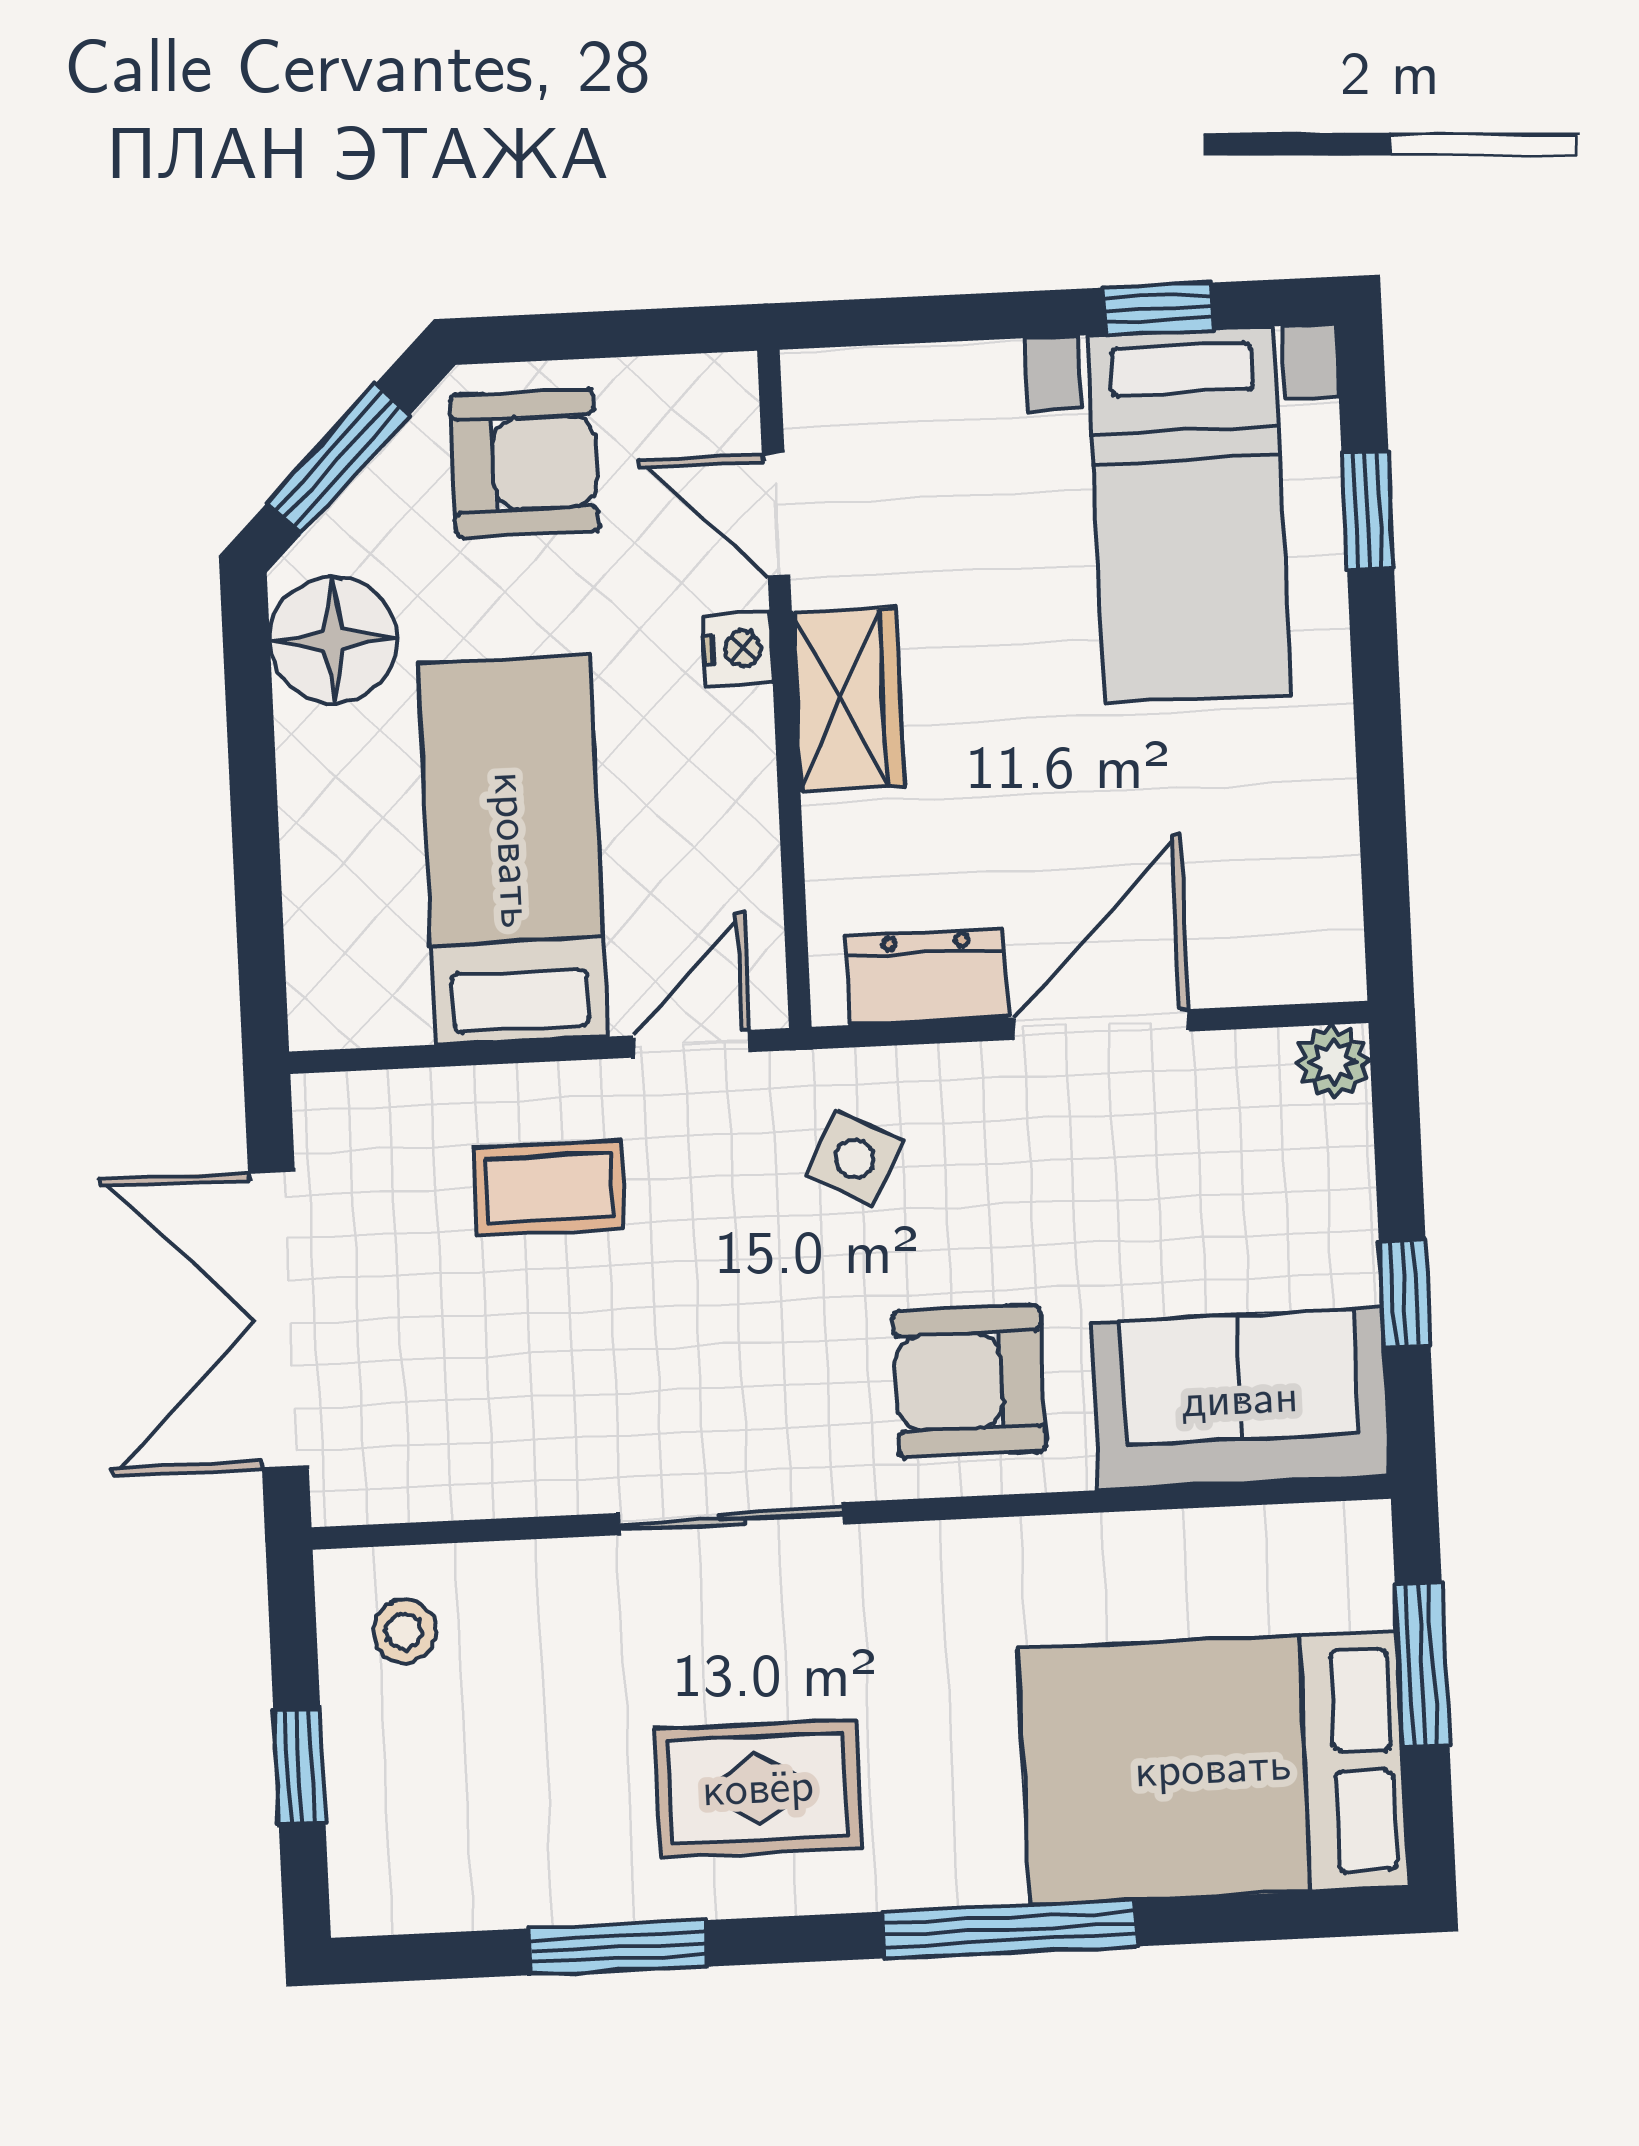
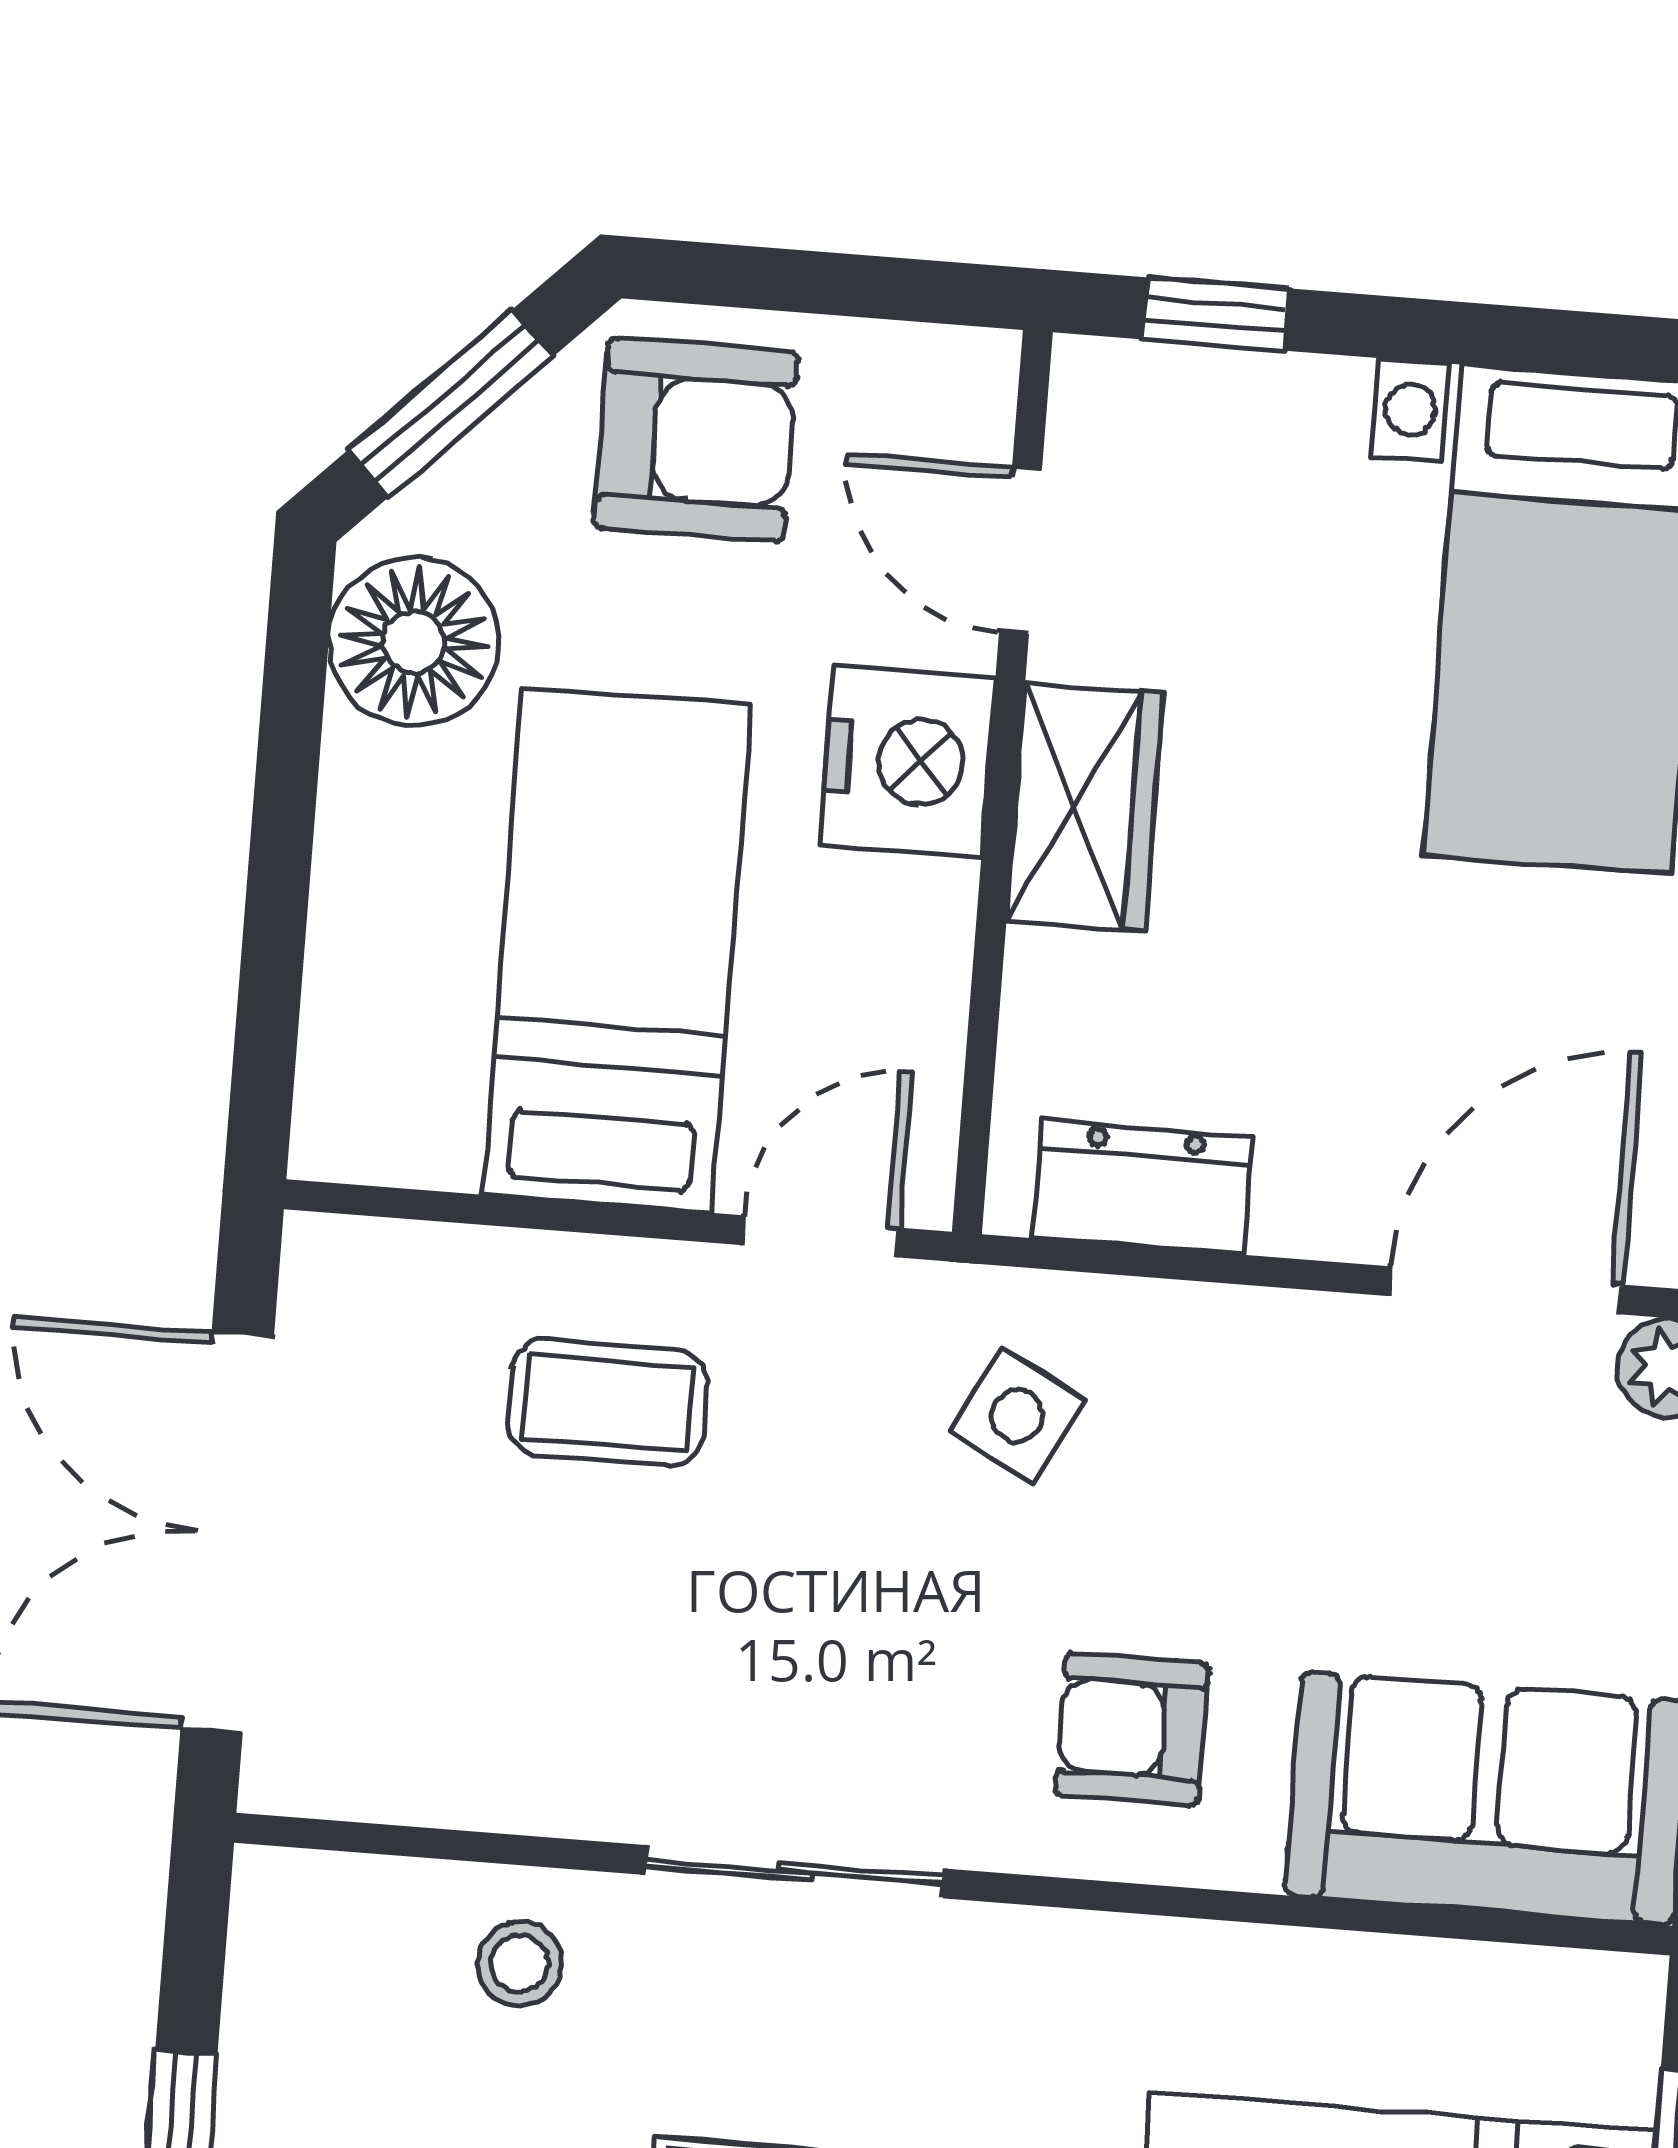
window: (1158, 308) -> (1215, 314), moved
nightstand: (737, 649) -> (907, 761), width x1.89, depth x1.79
door: (1101, 1024) -> (1506, 1290), moved
armchair: (969, 1381) -> (1132, 1729), width x0.72, depth x0.72
stool: (404, 1631) -> (520, 1964), moved

